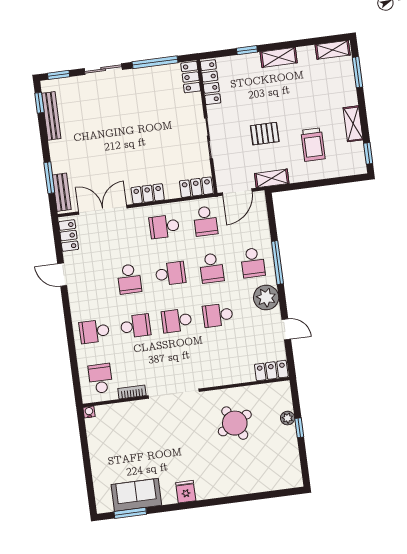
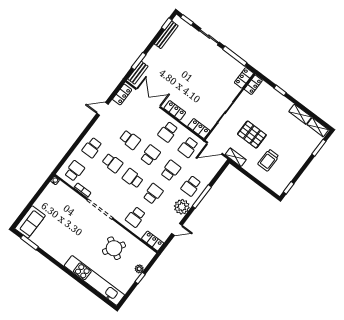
shelving: (279, 57) -> (300, 114), moved
locker: (211, 82) -> (253, 85), width x0.66
shelving: (353, 124) -> (295, 168), removed
pallet: (265, 134) -> (252, 135), width x1.50, depth x1.42
school desk: (164, 226) -> (168, 132), turned -90
school desk: (212, 268) -> (171, 170), turned 180
school desk: (170, 274) -> (150, 155), turned -90
door: (62, 275) -> (102, 109), hinge flipped
school desk: (129, 279) -> (130, 140), turned -90
school desk: (218, 315) -> (153, 194), turned 90
door: (286, 329) -> (177, 229), hinge flipped
school desk: (94, 331) -> (92, 148), turned -90
school desk: (224, 362) -> (135, 217), added
round table: (235, 423) -> (114, 248), turned -30
kitchen unit: (249, 483) -> (94, 280), added
fridge: (186, 492) -> (63, 257), removed
sofa: (136, 495) -> (30, 222), moved, turned 90

